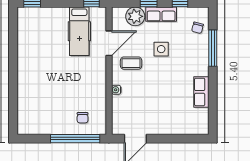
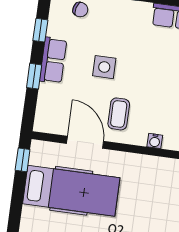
plant: (135, 16) -> (51, 98), removed
hospital bed: (79, 31) -> (71, 191), width x1.37, depth x1.29

